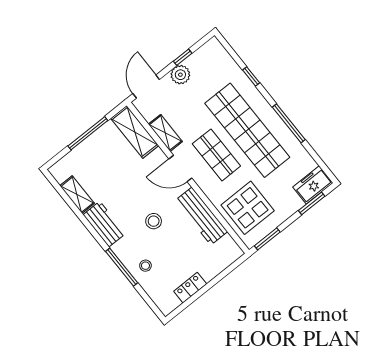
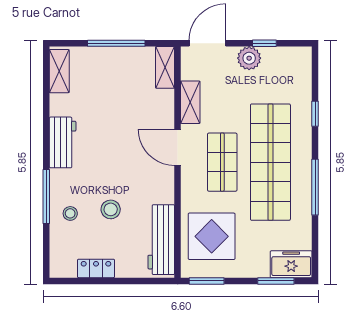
shelving: (135, 132) -> (165, 67), width x0.67, depth x0.75
shelving: (77, 195) -> (59, 71), moved
workbench: (201, 216) -> (161, 240), moved
stool: (154, 221) -> (111, 209), moved

